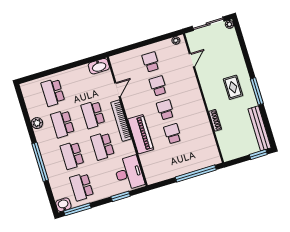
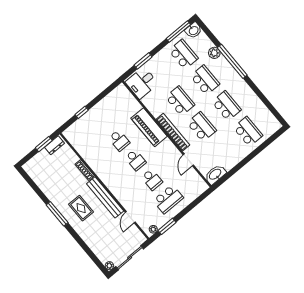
window: (162, 38) -> (167, 226), added
school desk: (151, 62) -> (168, 199), width x1.85
plant: (37, 123) -> (214, 53), moved
bench: (260, 128) -> (105, 197), moved
dresser: (233, 154) -> (54, 145), added
window: (258, 155) -> (44, 144), moved
desk: (129, 173) -> (142, 83), width x0.73
window: (196, 173) -> (82, 112), width x0.32

